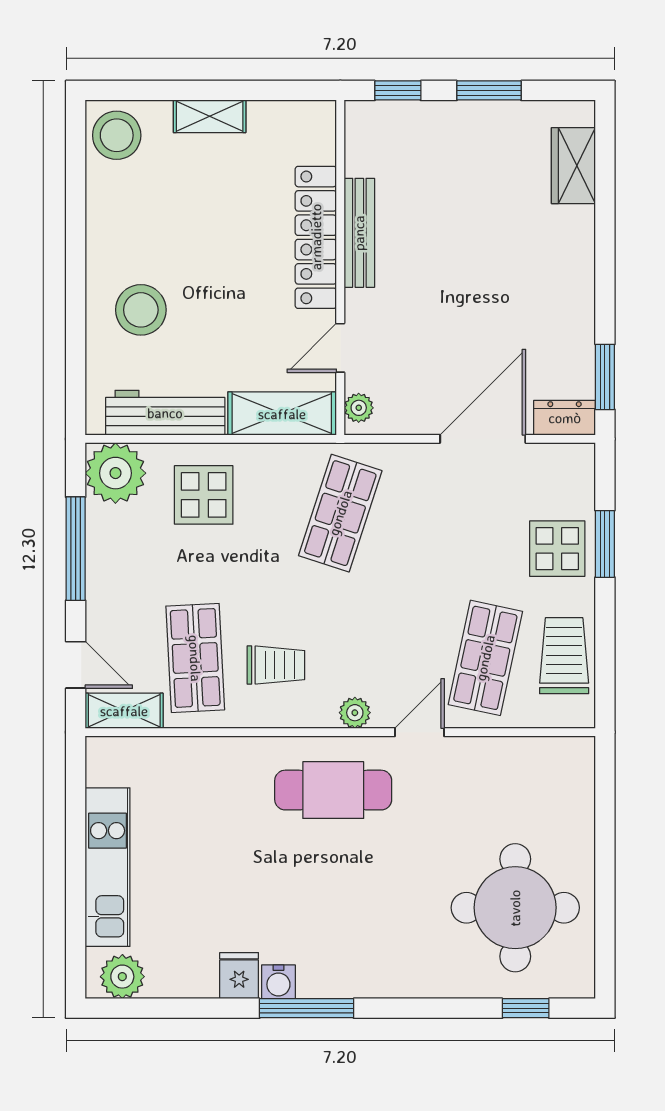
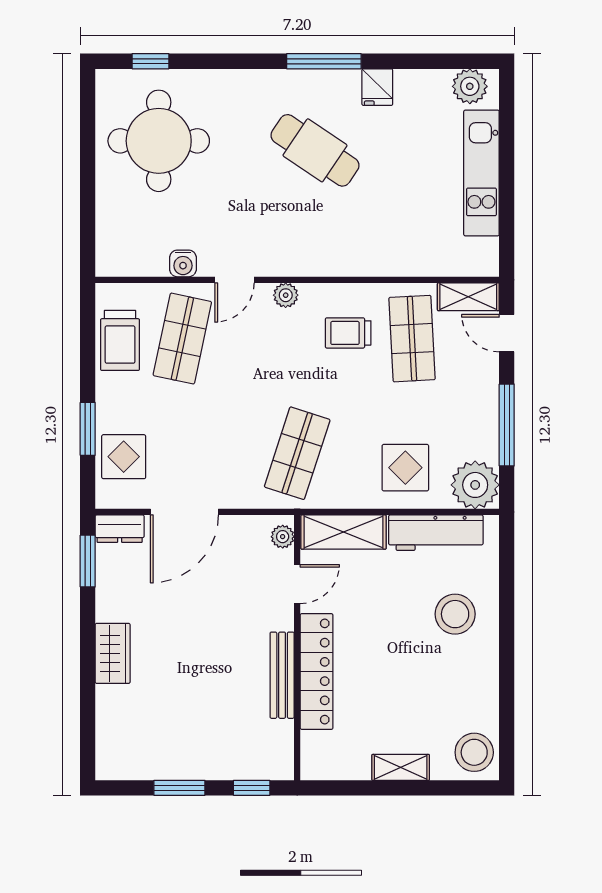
wardrobe: (573, 166) -> (113, 653), moved
display table: (557, 549) -> (124, 457), moved
cafe table: (333, 790) -> (315, 150), moved, turned 34
water cooler: (278, 982) -> (183, 263), moved, turned 180

